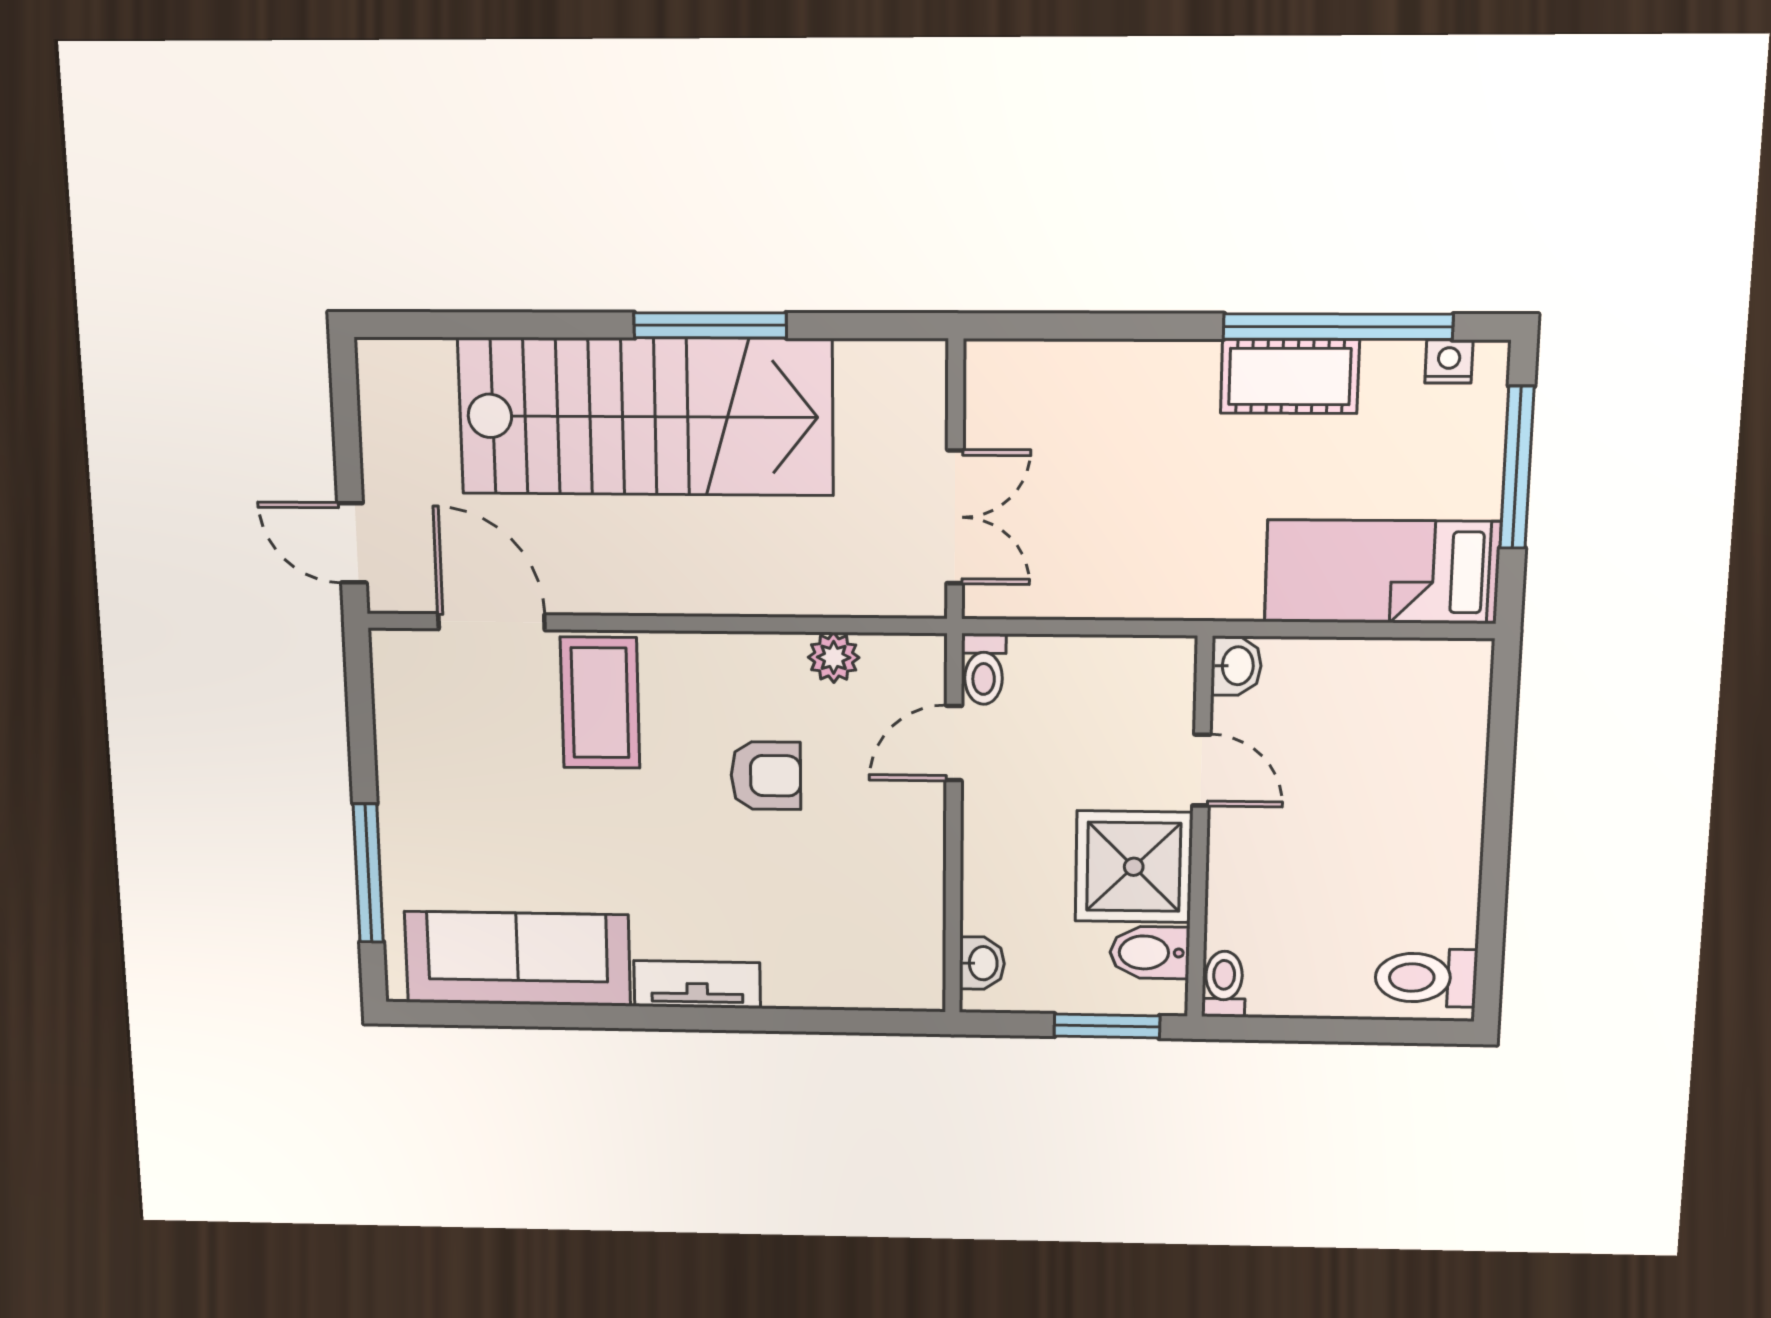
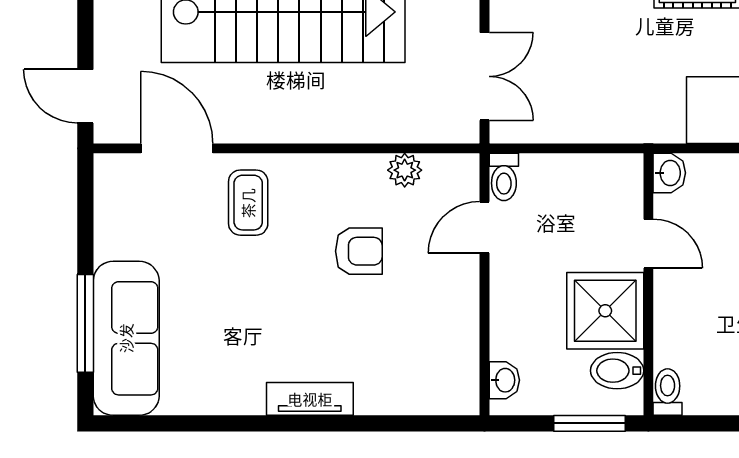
coffee table: (600, 703) -> (248, 203), width x0.73, depth x0.77
sofa: (517, 959) -> (126, 338), moved, turned 90

